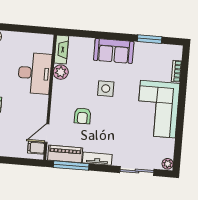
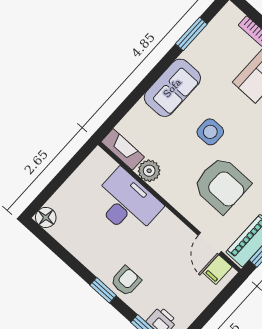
armchair: (83, 116) -> (222, 185), width x1.88, depth x1.88

